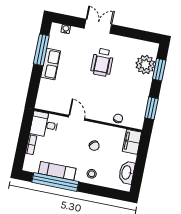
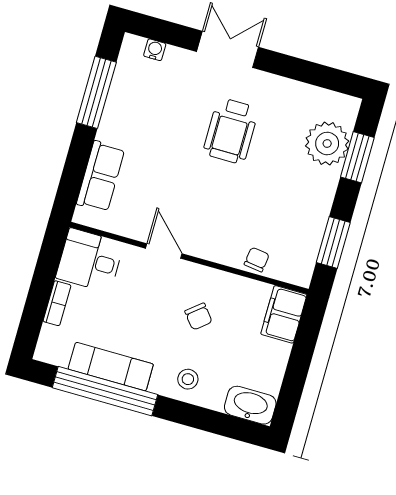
row of seats: (51, 64) -> (101, 176), moved
washbasin: (127, 173) -> (250, 405), moved, turned 90

